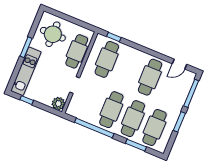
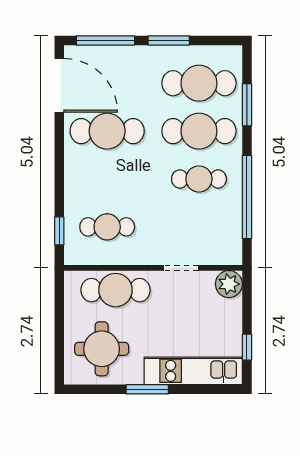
cafe table: (107, 59) -> (107, 227), width x0.73, depth x0.74
door: (180, 64) -> (59, 85), width x1.87
cafe table: (111, 110) -> (199, 179), width x0.73, depth x0.74

